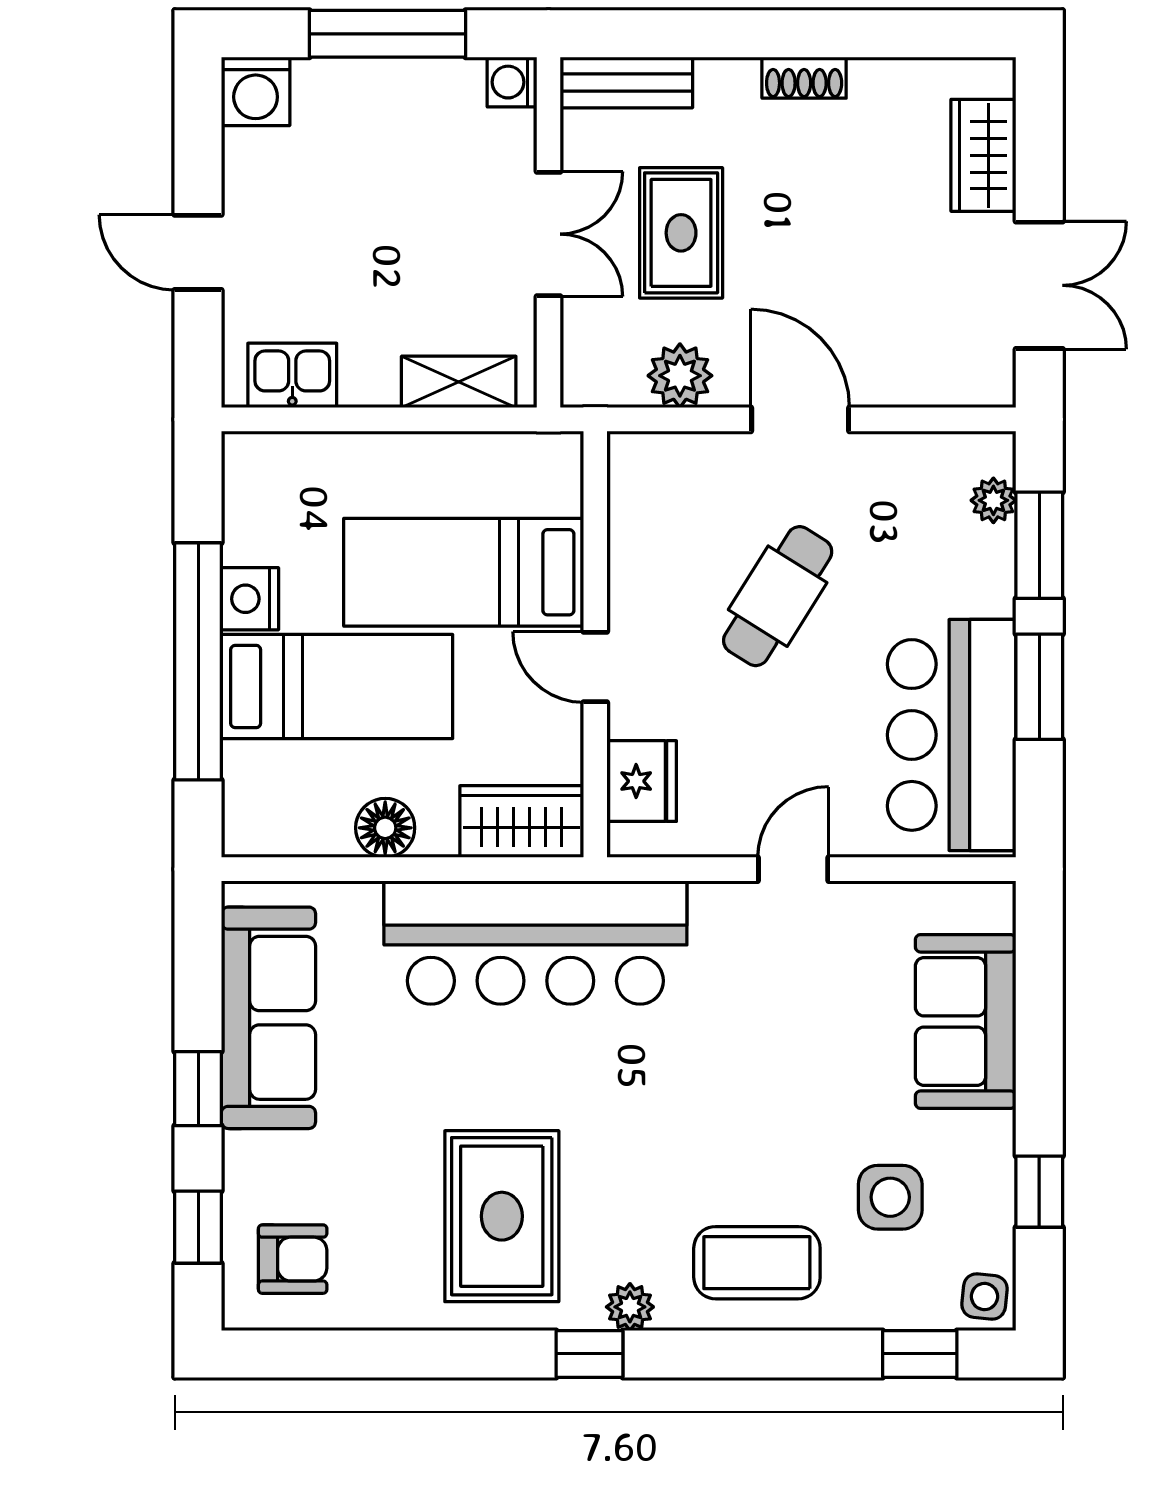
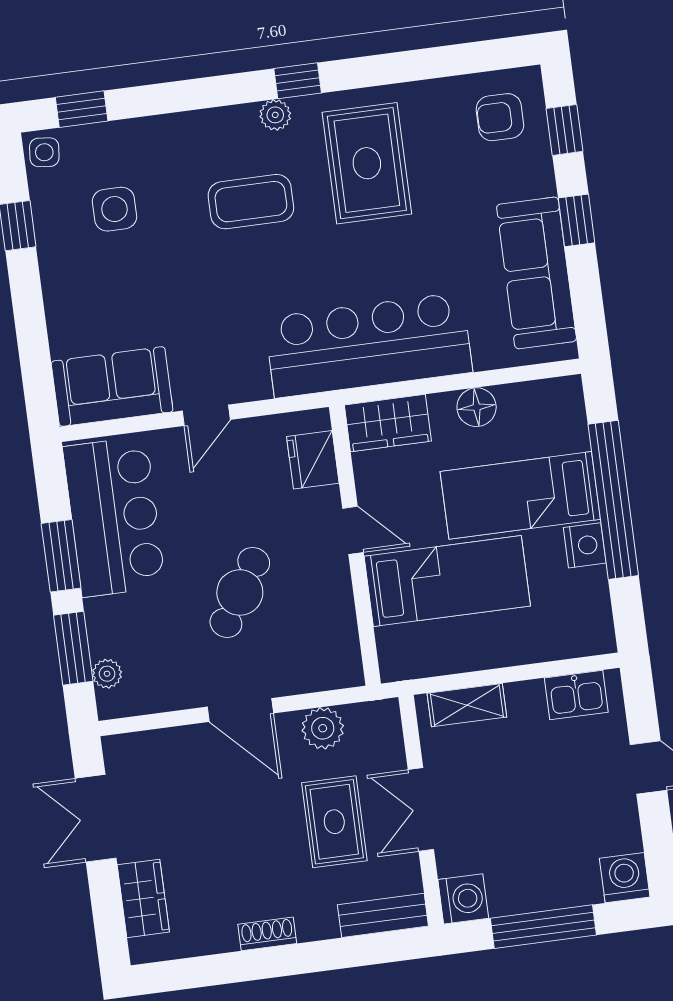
washing machine: (512, 82) -> (463, 899), width x1.38, depth x1.38
sofa: (966, 1021) -> (112, 387), moved, turned -90
coffee table: (757, 1263) -> (251, 202), moved

